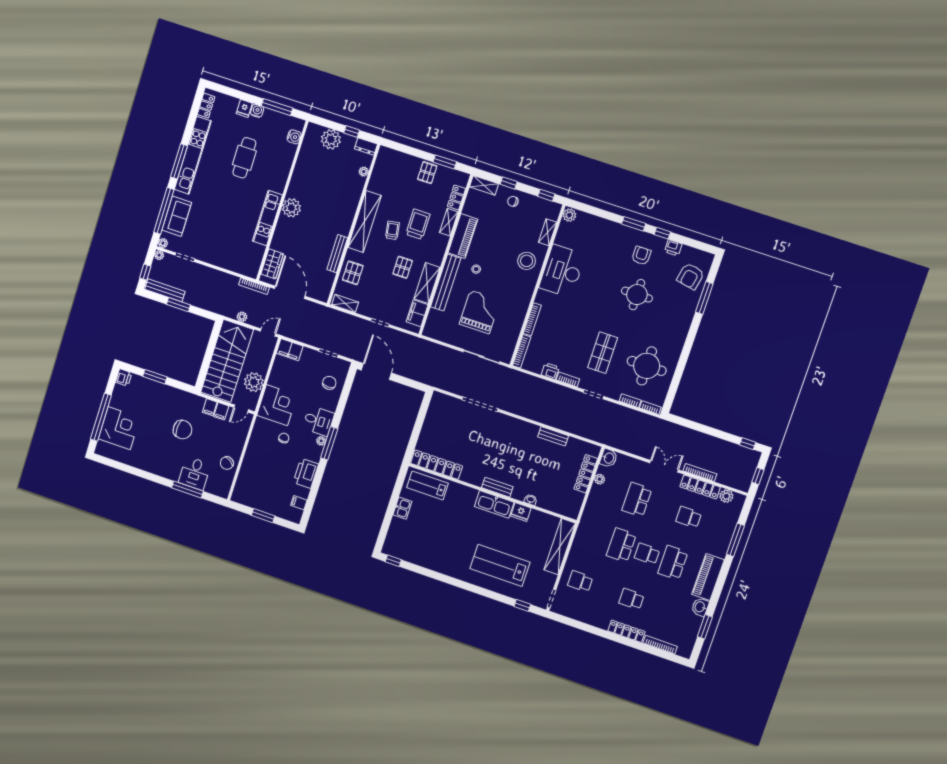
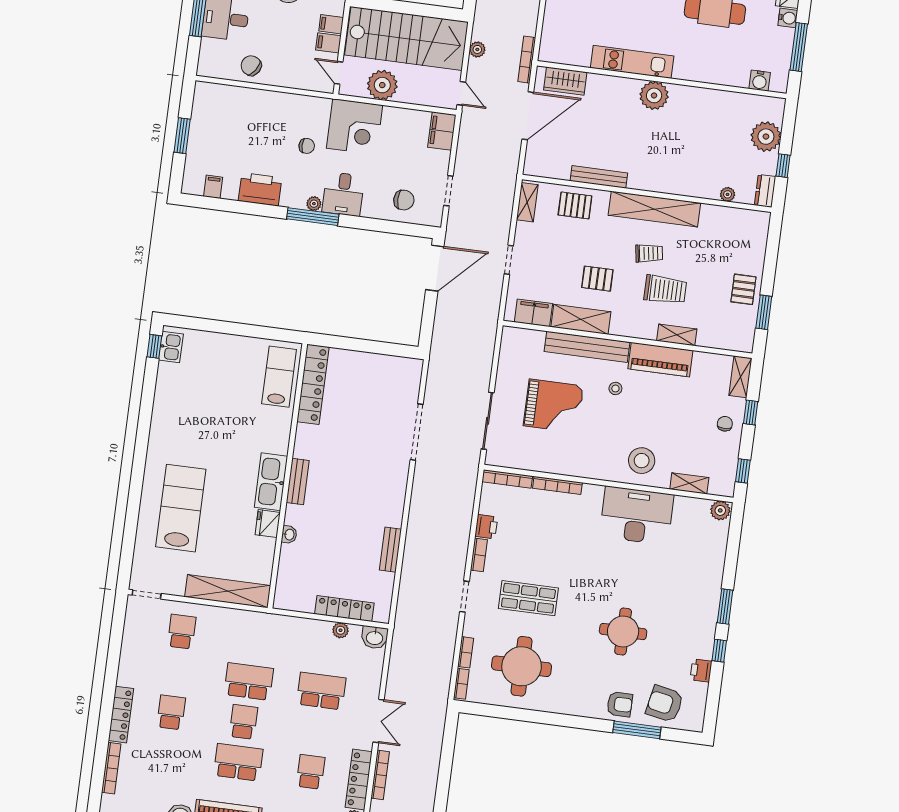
pallet: (427, 173) -> (743, 289), turned 90
locker: (456, 197) -> (715, 340), removed
armchair: (641, 256) -> (620, 704), moved
kitchen sink: (402, 508) -> (171, 347), moved, turned -90
window: (522, 605) -> (127, 553), removed

